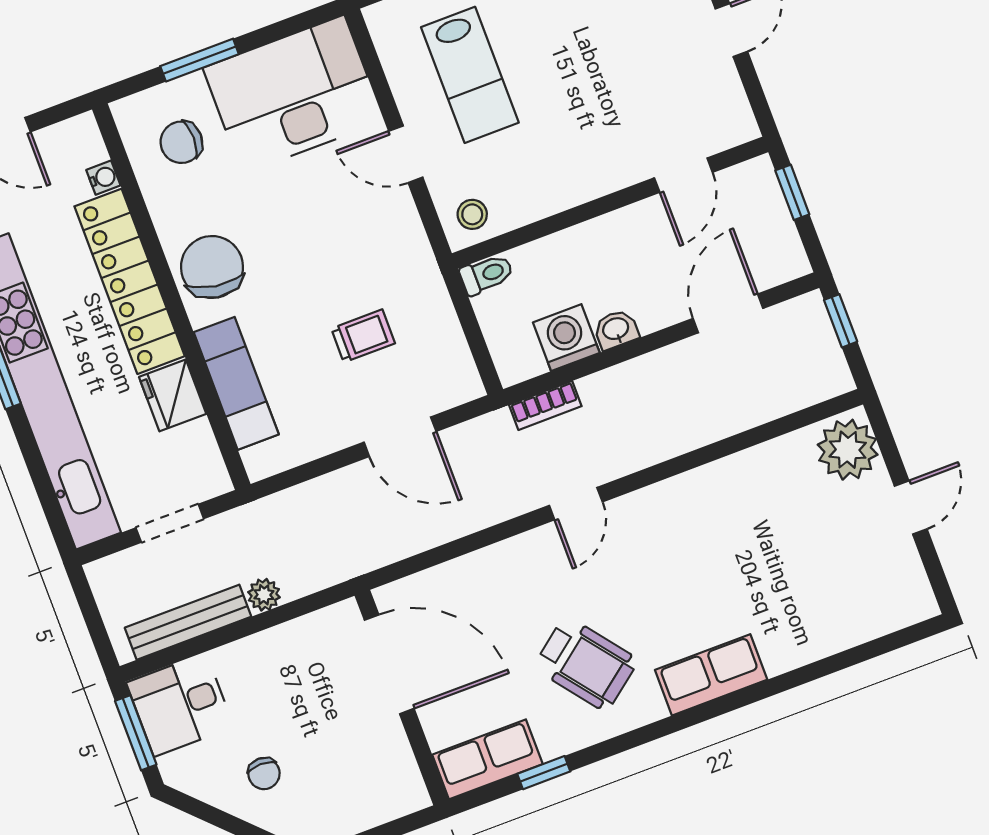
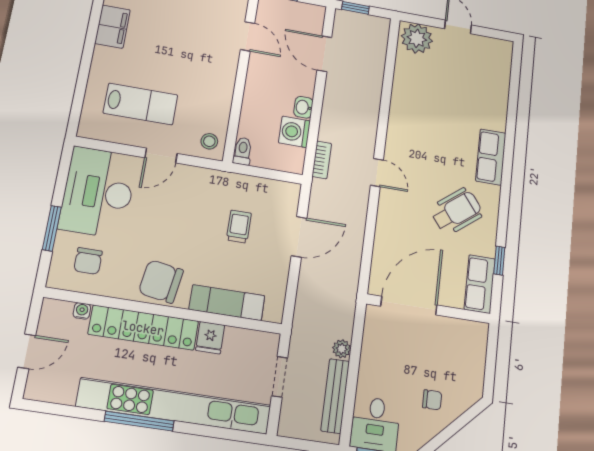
fridge: (173, 395) -> (210, 338), width x0.72

